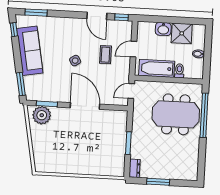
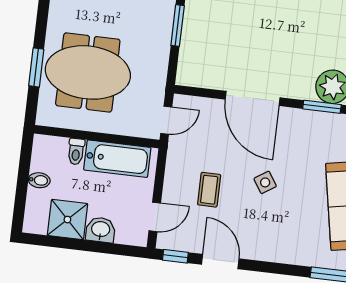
door: (134, 49) -> (155, 217), moved
window: (204, 115) -> (36, 67), width x0.47

